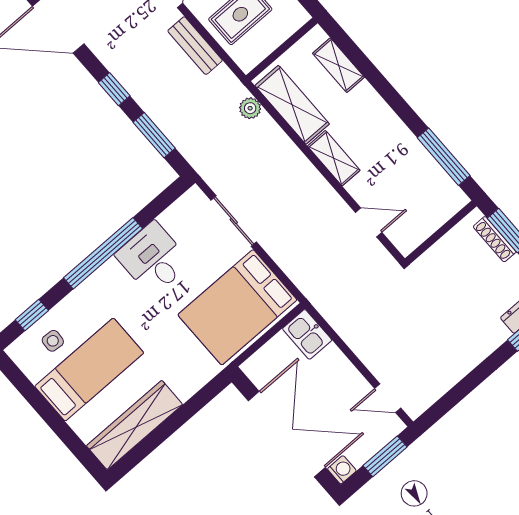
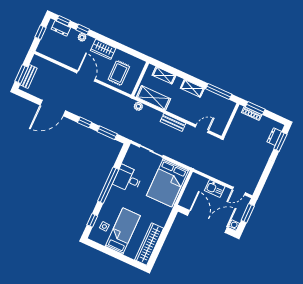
bench: (195, 46) -> (173, 122), moved
shelving: (334, 158) -> (192, 88), moved
kitchen sink: (307, 334) -> (215, 189), moved

